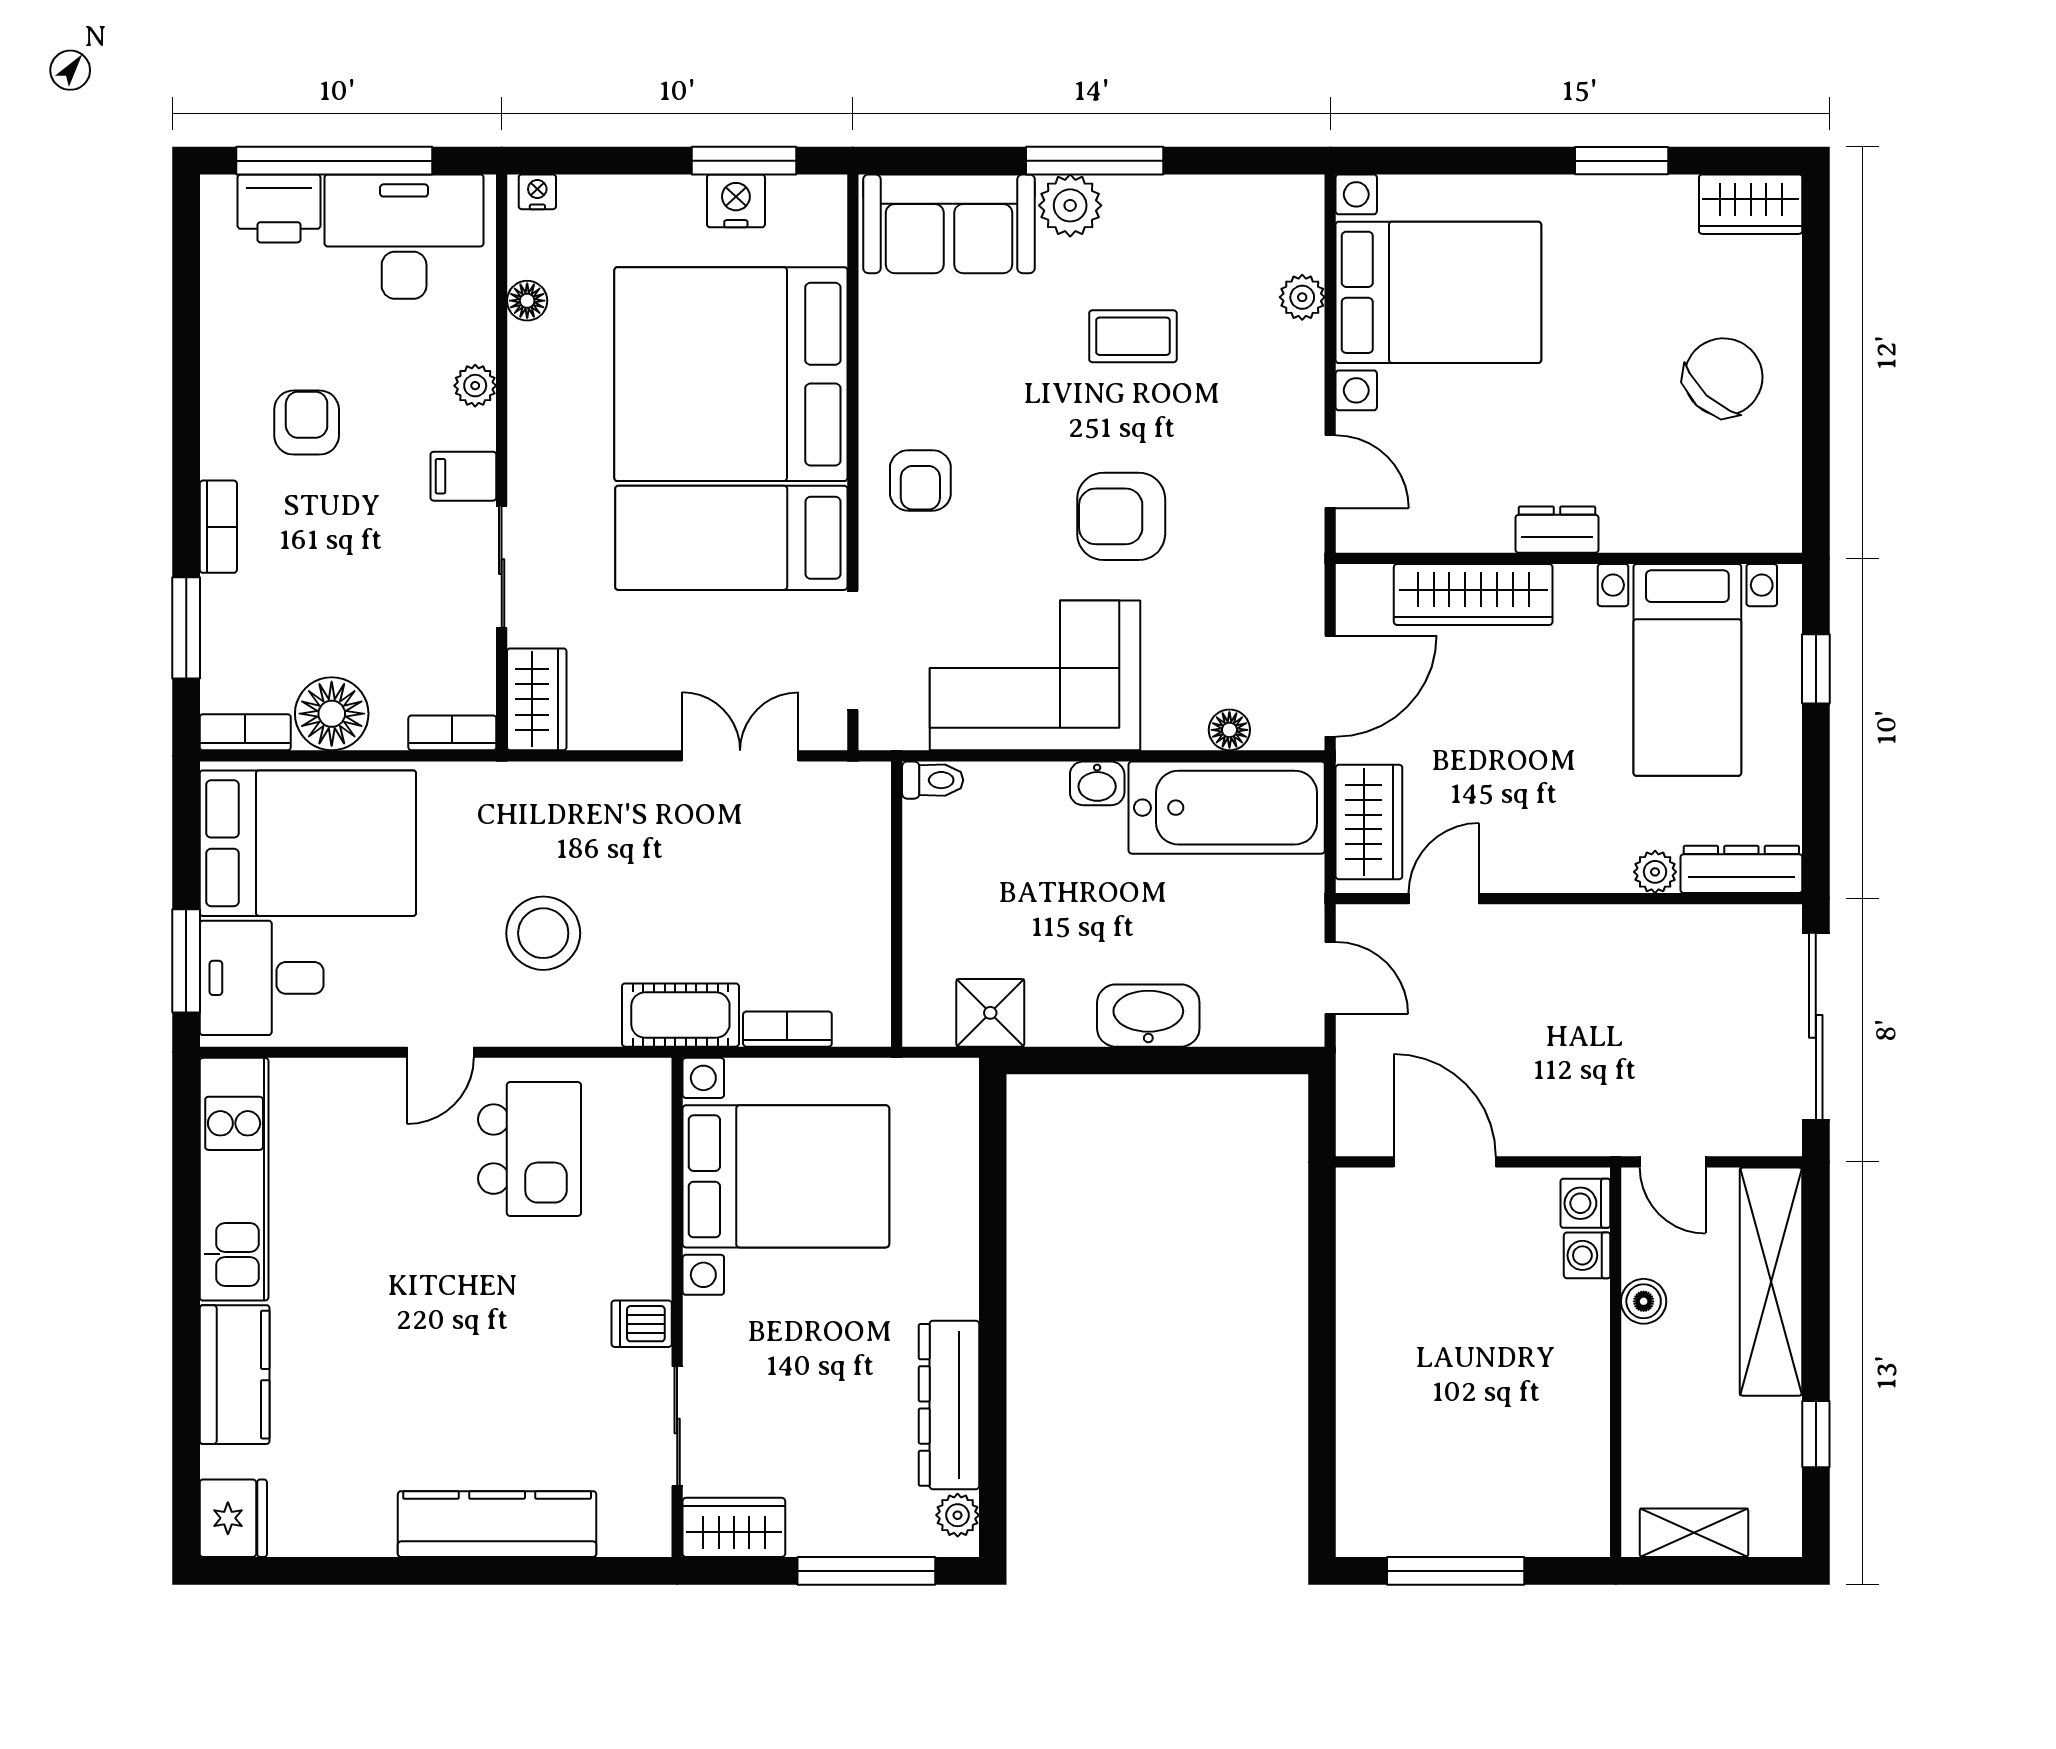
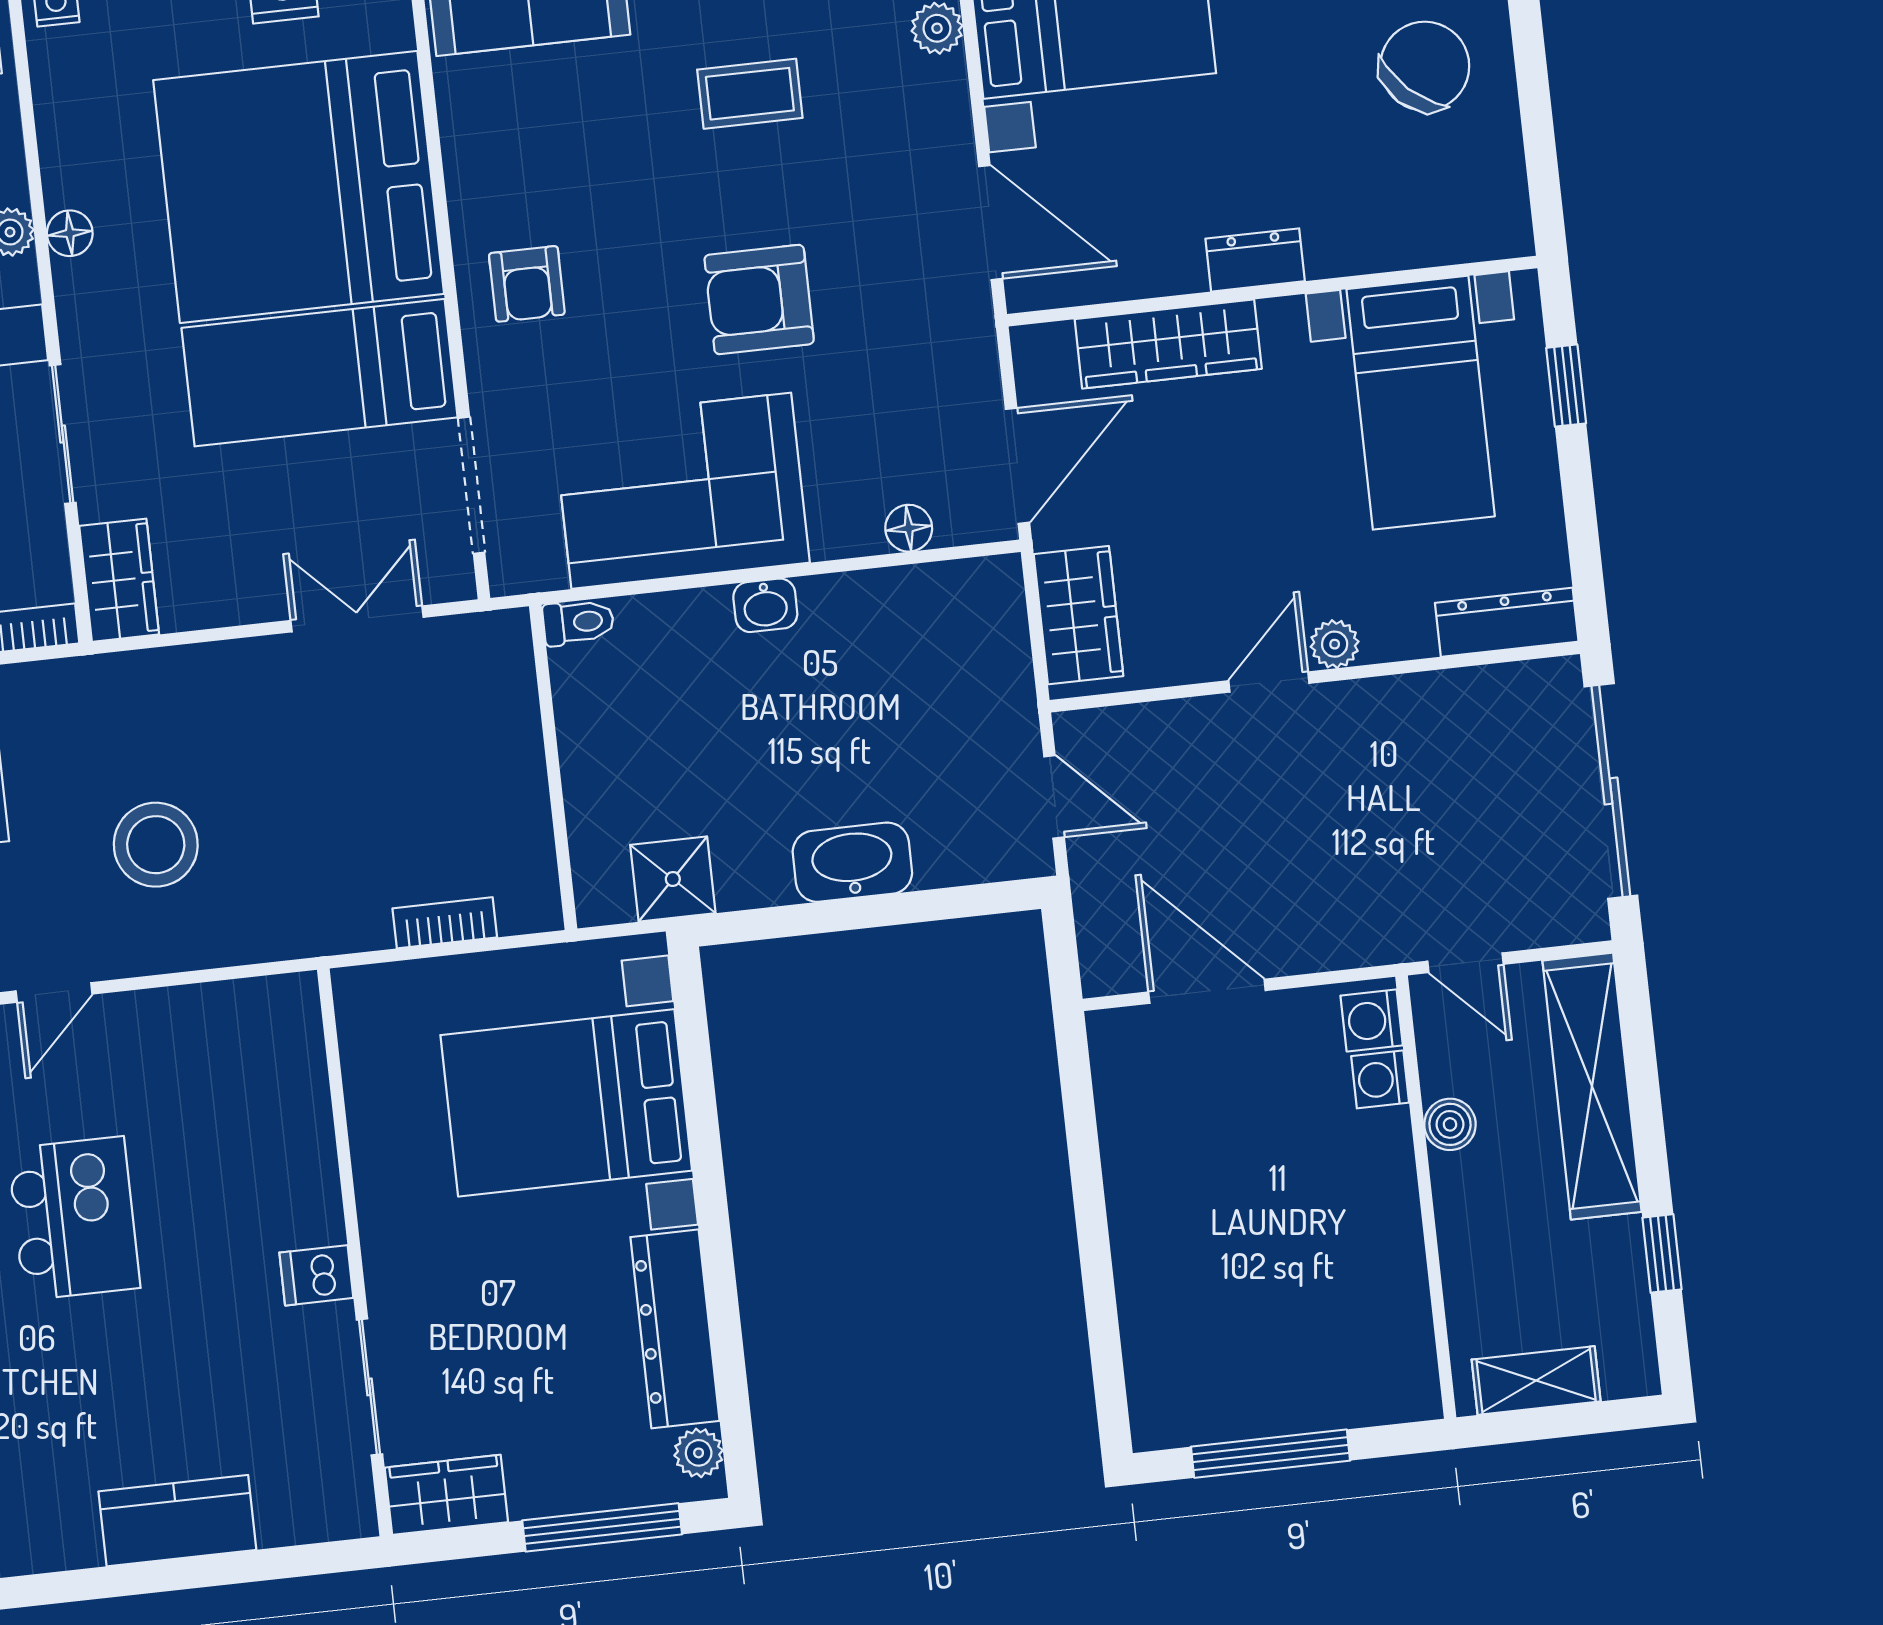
floor lamp: (527, 301) -> (70, 233), moved
door: (1330, 472) -> (991, 223), width x1.38
bathtub: (1227, 808) -> (915, 617), removed
plant: (1655, 872) -> (1335, 644), moved
door: (1444, 899) -> (1269, 682), moved
cot: (680, 1015) -> (322, 920), removed
kitchen island: (530, 1149) -> (74, 1218), moved
bed with nightstands: (786, 1176) -> (566, 1103), moved, turned 180
kitchen counter: (497, 1524) -> (177, 1521), width x0.67

